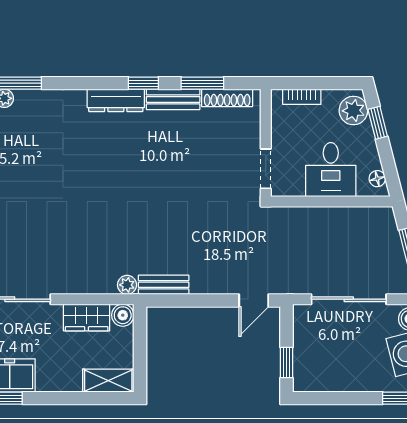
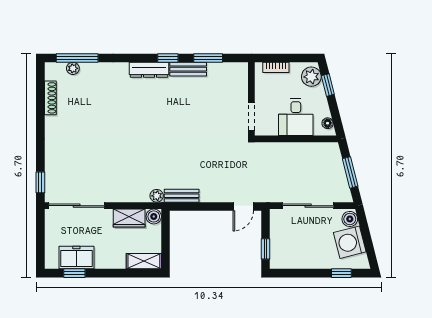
shoe rack: (227, 98) -> (225, 68), removed

